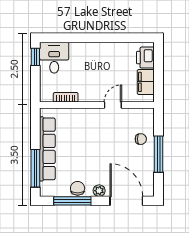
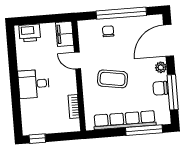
desk: (54, 58) -> (34, 84), moved
filing cabinet: (146, 82) -> (65, 34), moved, turned 90
coffee table: (91, 140) -> (113, 79), added
window: (158, 154) -> (121, 13), width x1.46

